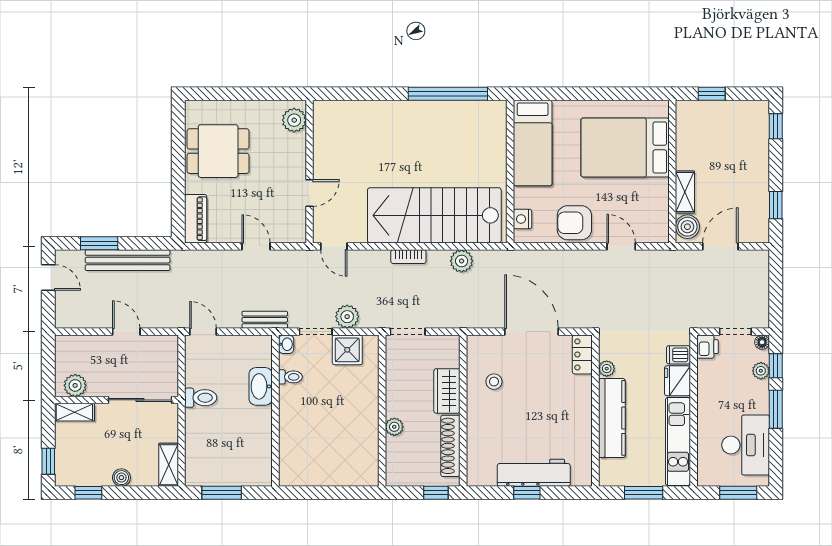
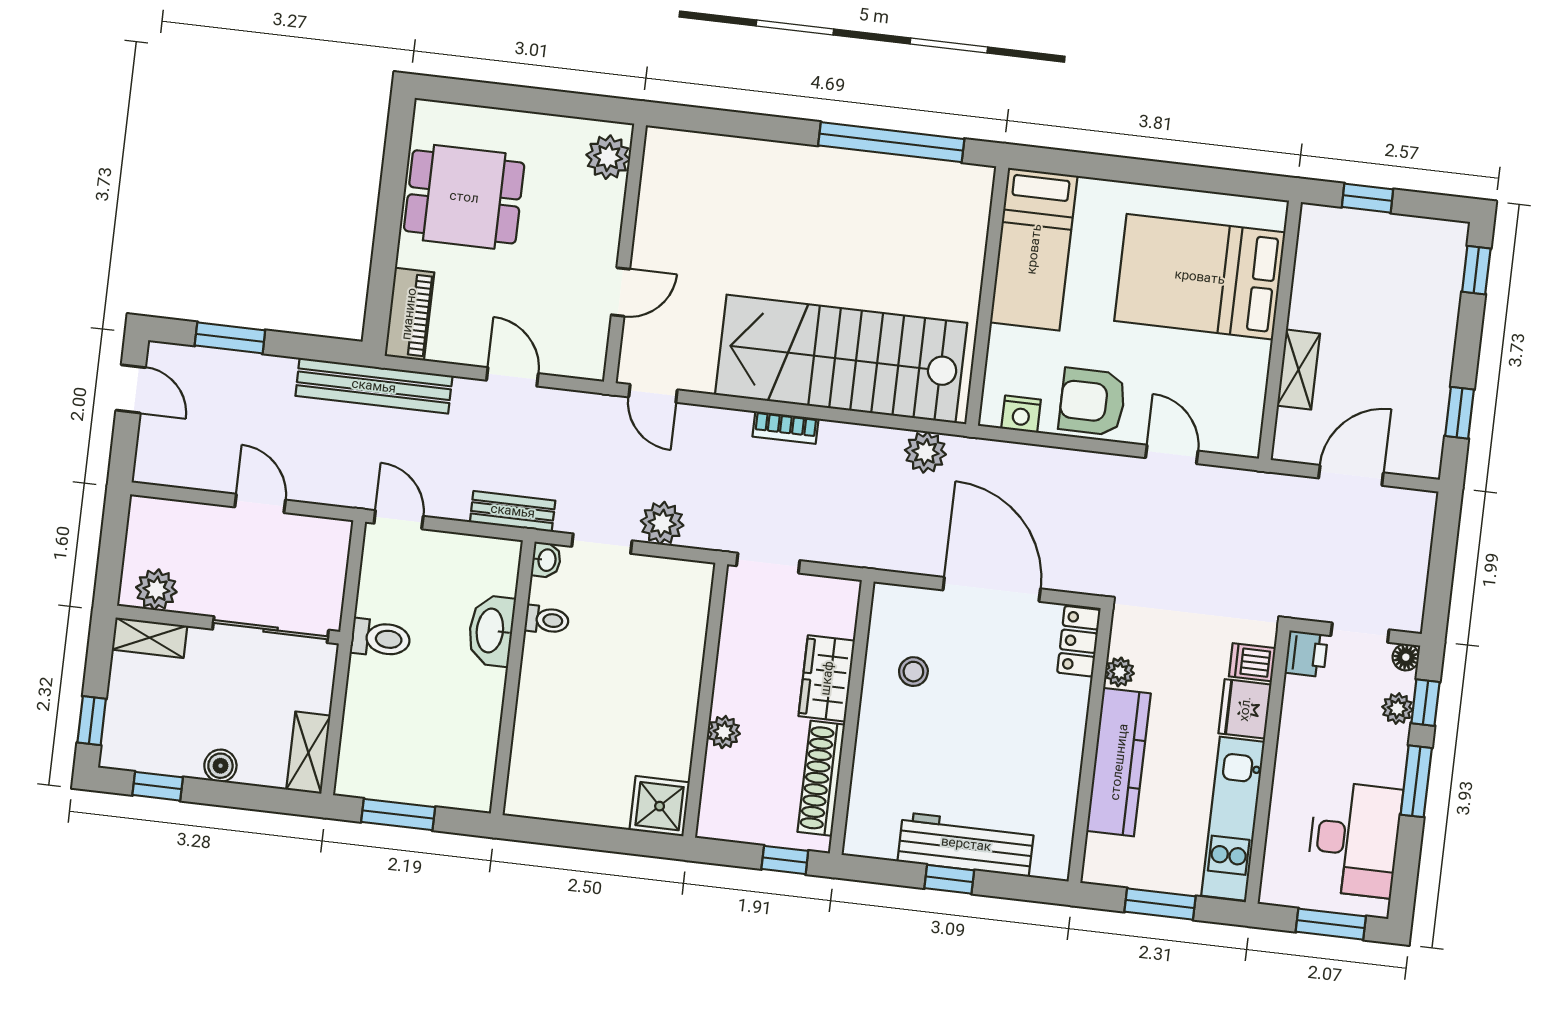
nightstand: (522, 219) -> (1021, 414), moved, turned -90
boiler: (687, 227) -> (1295, 433), removed
bench: (128, 260) -> (374, 386), moved
plant: (462, 261) -> (925, 452), moved
shower: (347, 350) -> (660, 806), moved

